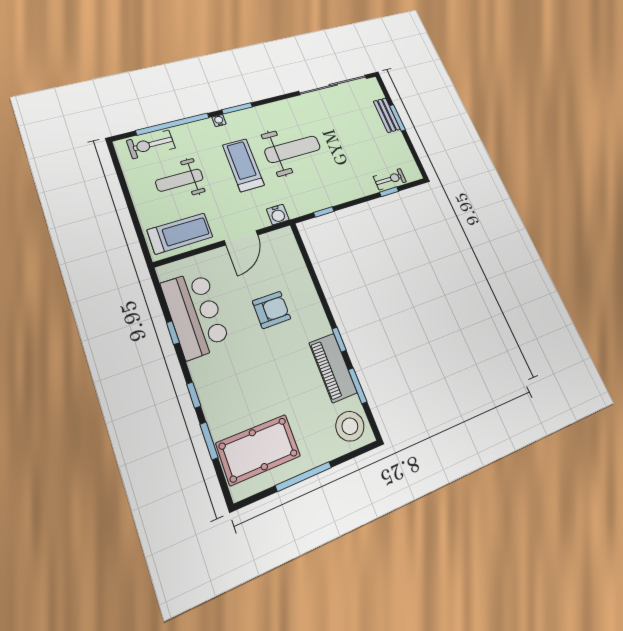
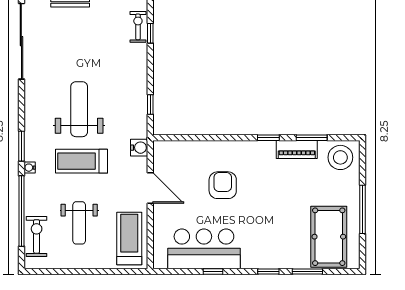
exercise bike: (151, 144) -> (37, 236), turned 180
piano: (333, 368) -> (297, 149), width x0.73, depth x0.75

